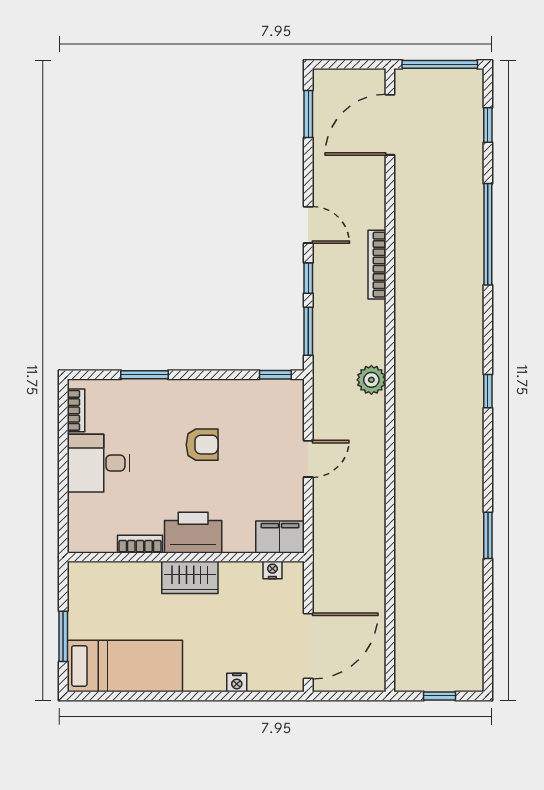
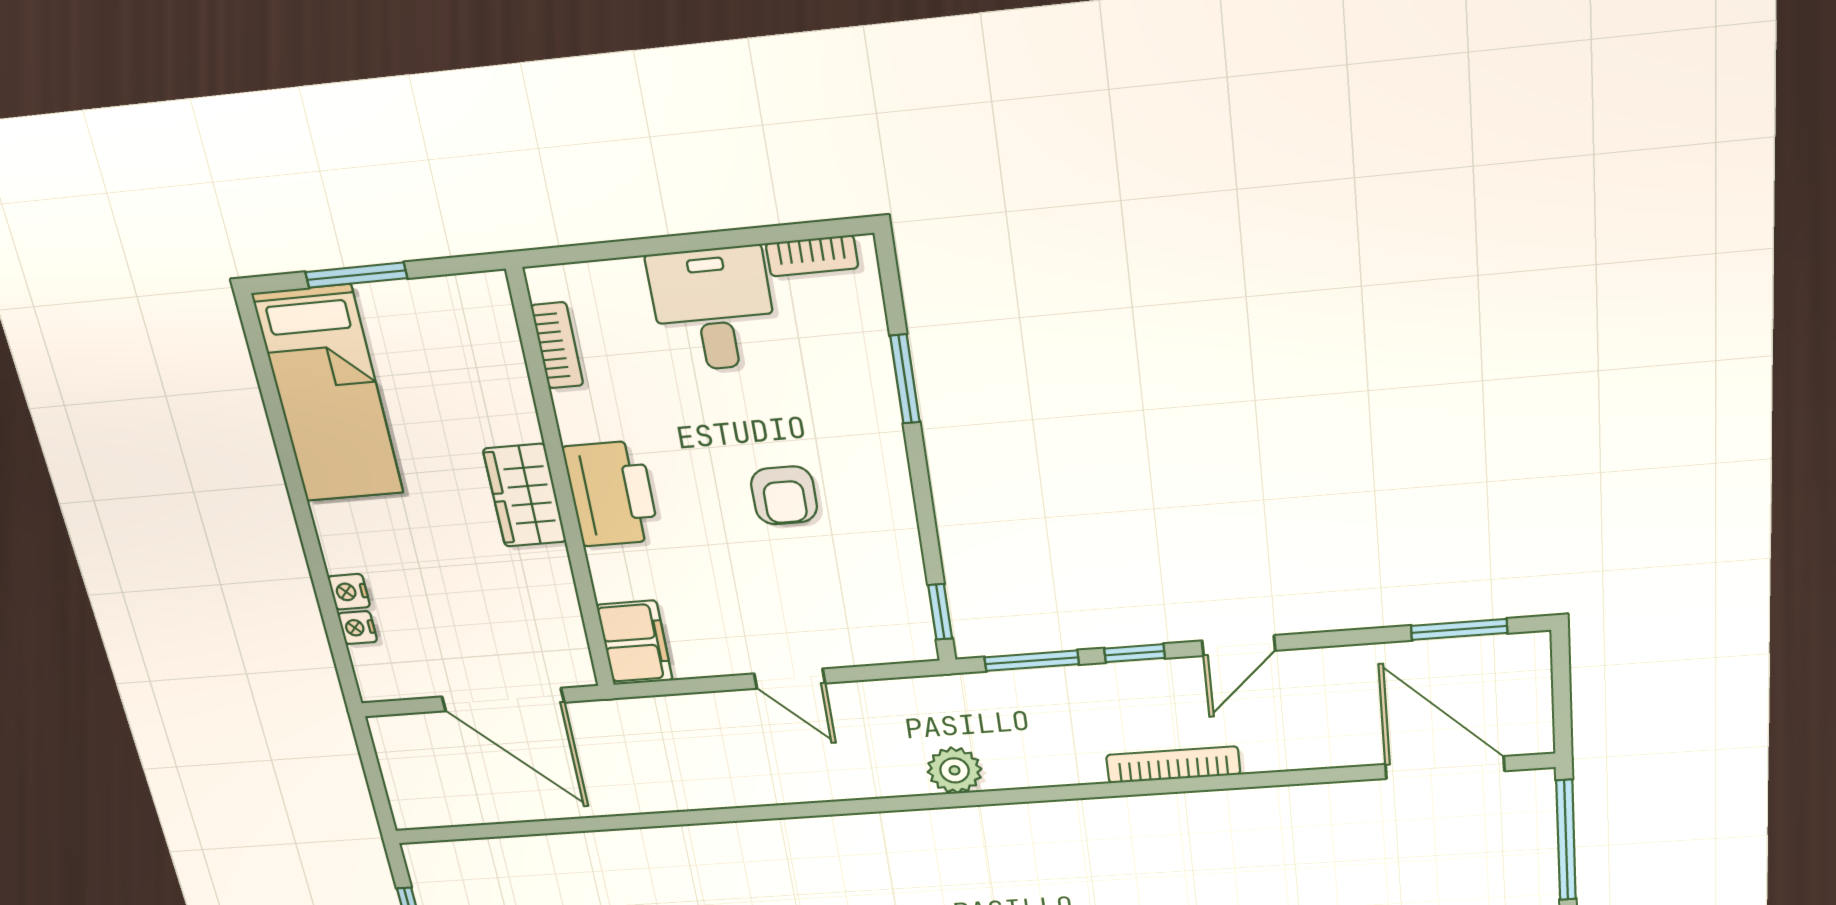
bookcase: (140, 544) -> (557, 345), moved
nightstand: (272, 570) -> (357, 628), moved, turned 180
door: (308, 646) -> (503, 700), moved

